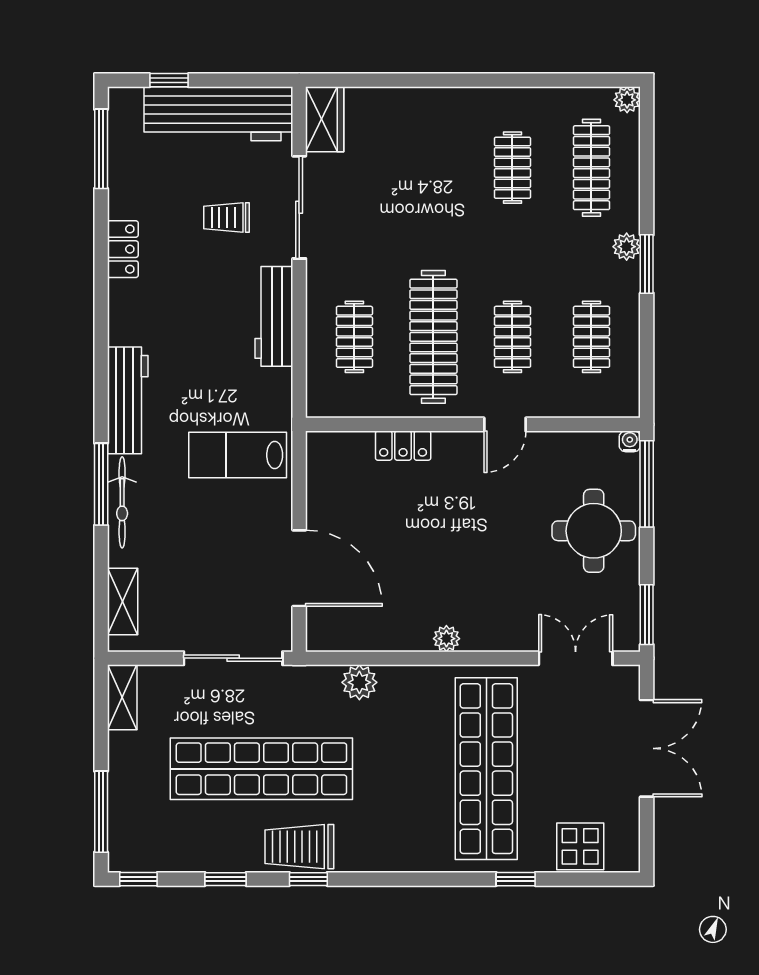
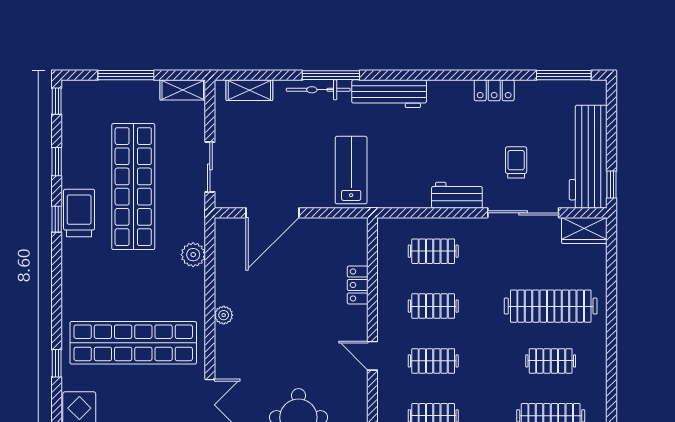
window: (169, 80) -> (612, 185), moved
clothes rail: (433, 168) -> (551, 306), added
workbench: (274, 316) -> (457, 195), width x0.73
clothes rail: (433, 337) -> (433, 306), width x0.54, depth x0.76
sliding door: (233, 658) -> (210, 167), width x0.73
window: (101, 812) -> (126, 75), moved

